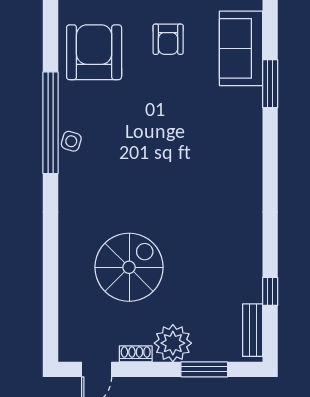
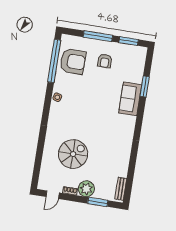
sofa: (241, 48) -> (130, 99), moved
armchair: (94, 52) -> (73, 61), turned 91
window: (51, 123) -> (54, 61), moved
window: (270, 291) -> (131, 174), removed

